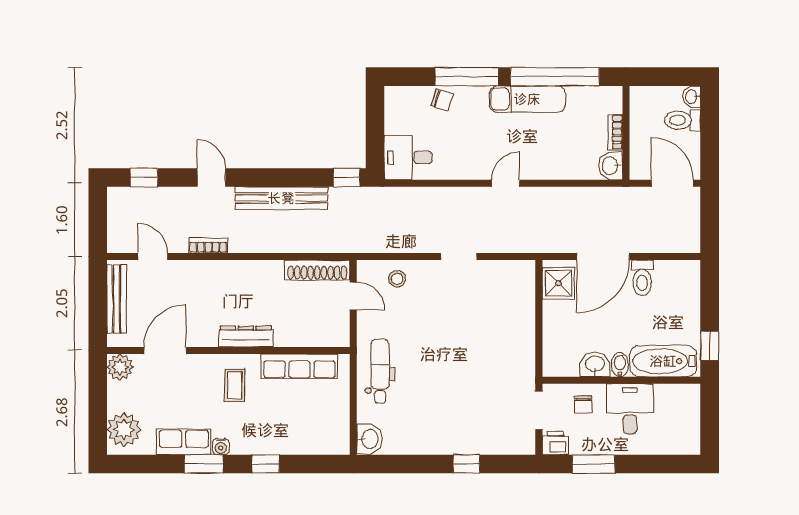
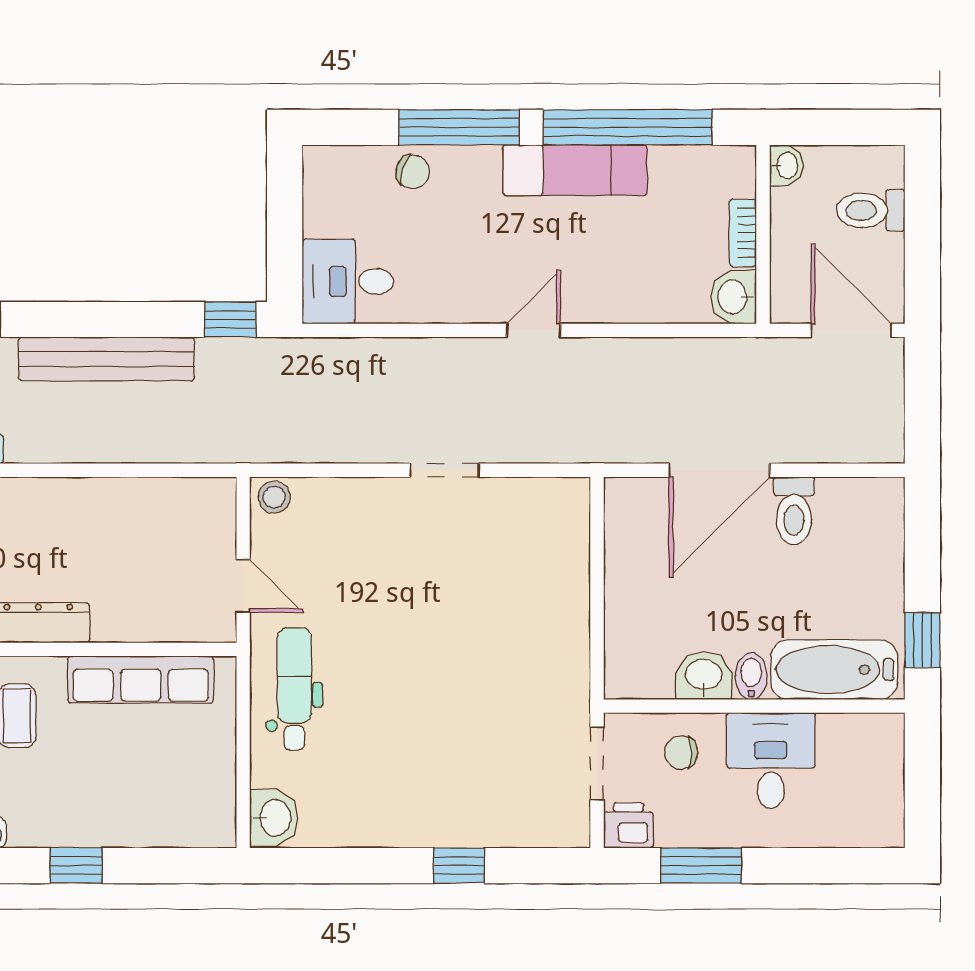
washbasin: (692, 97) -> (786, 165), moved, turned 180
shoe rack: (317, 270) -> (175, 496), removed
stool: (397, 279) -> (274, 497), moved
shower: (558, 283) -> (634, 521), removed
door: (353, 296) -> (243, 586), moved
chair: (583, 405) -> (681, 753), turned 90

